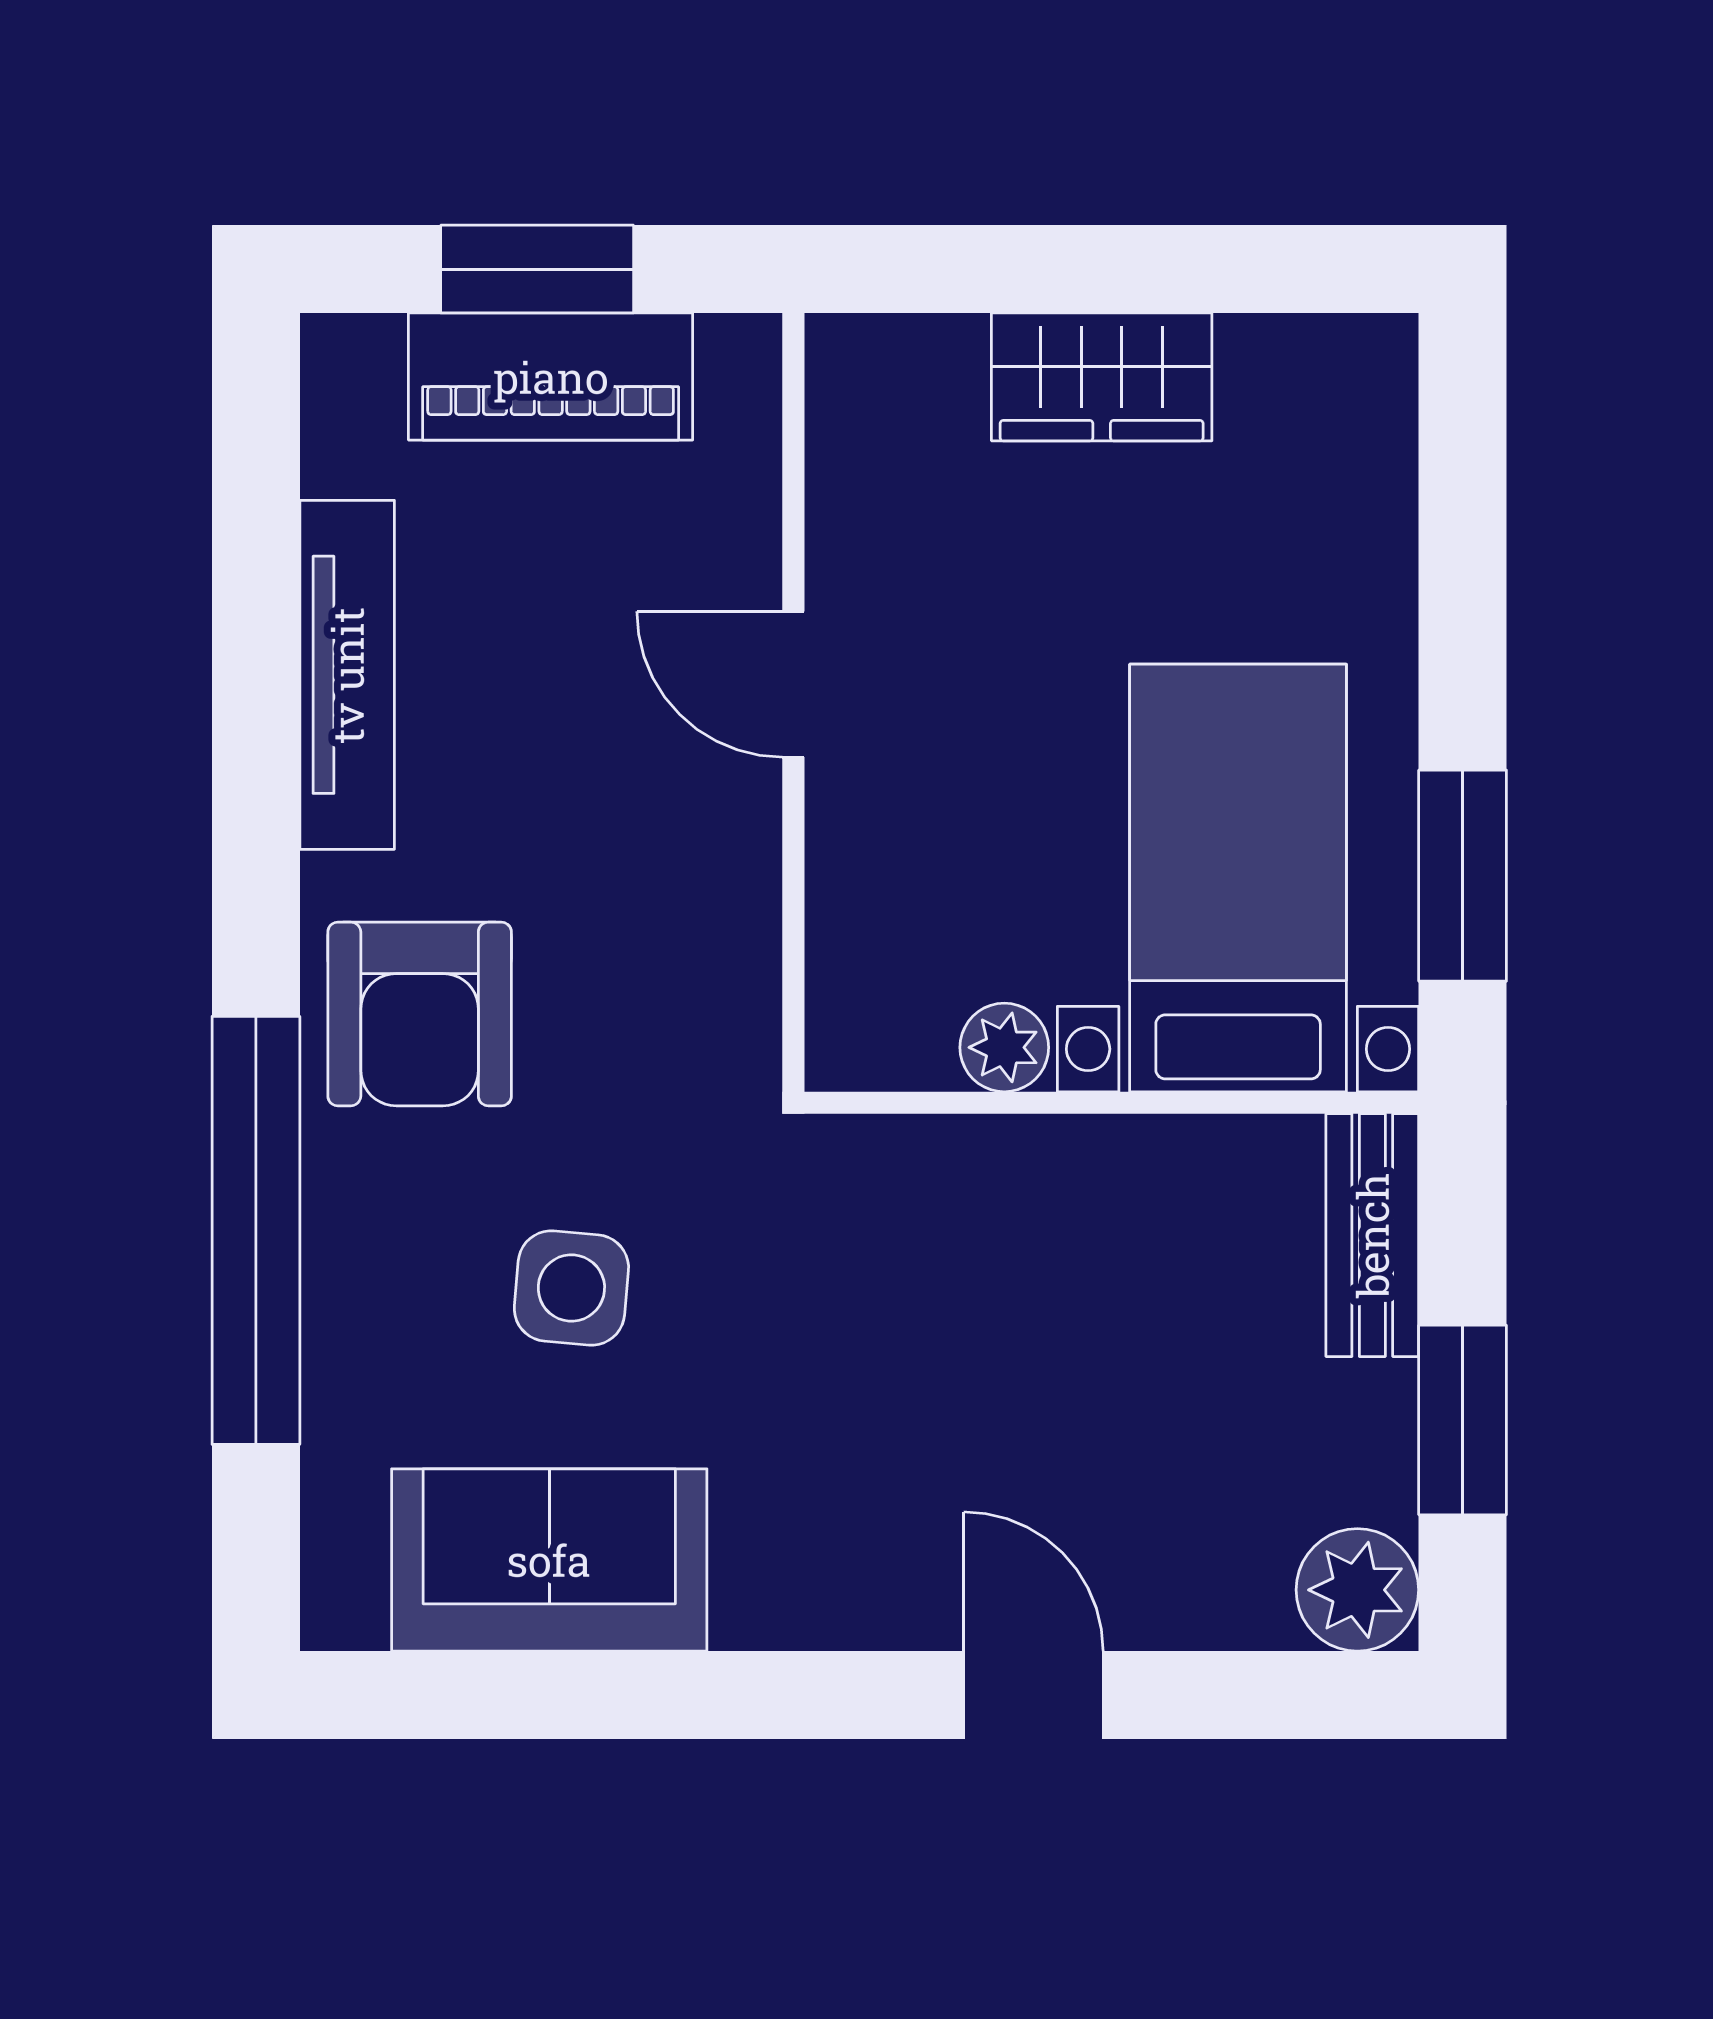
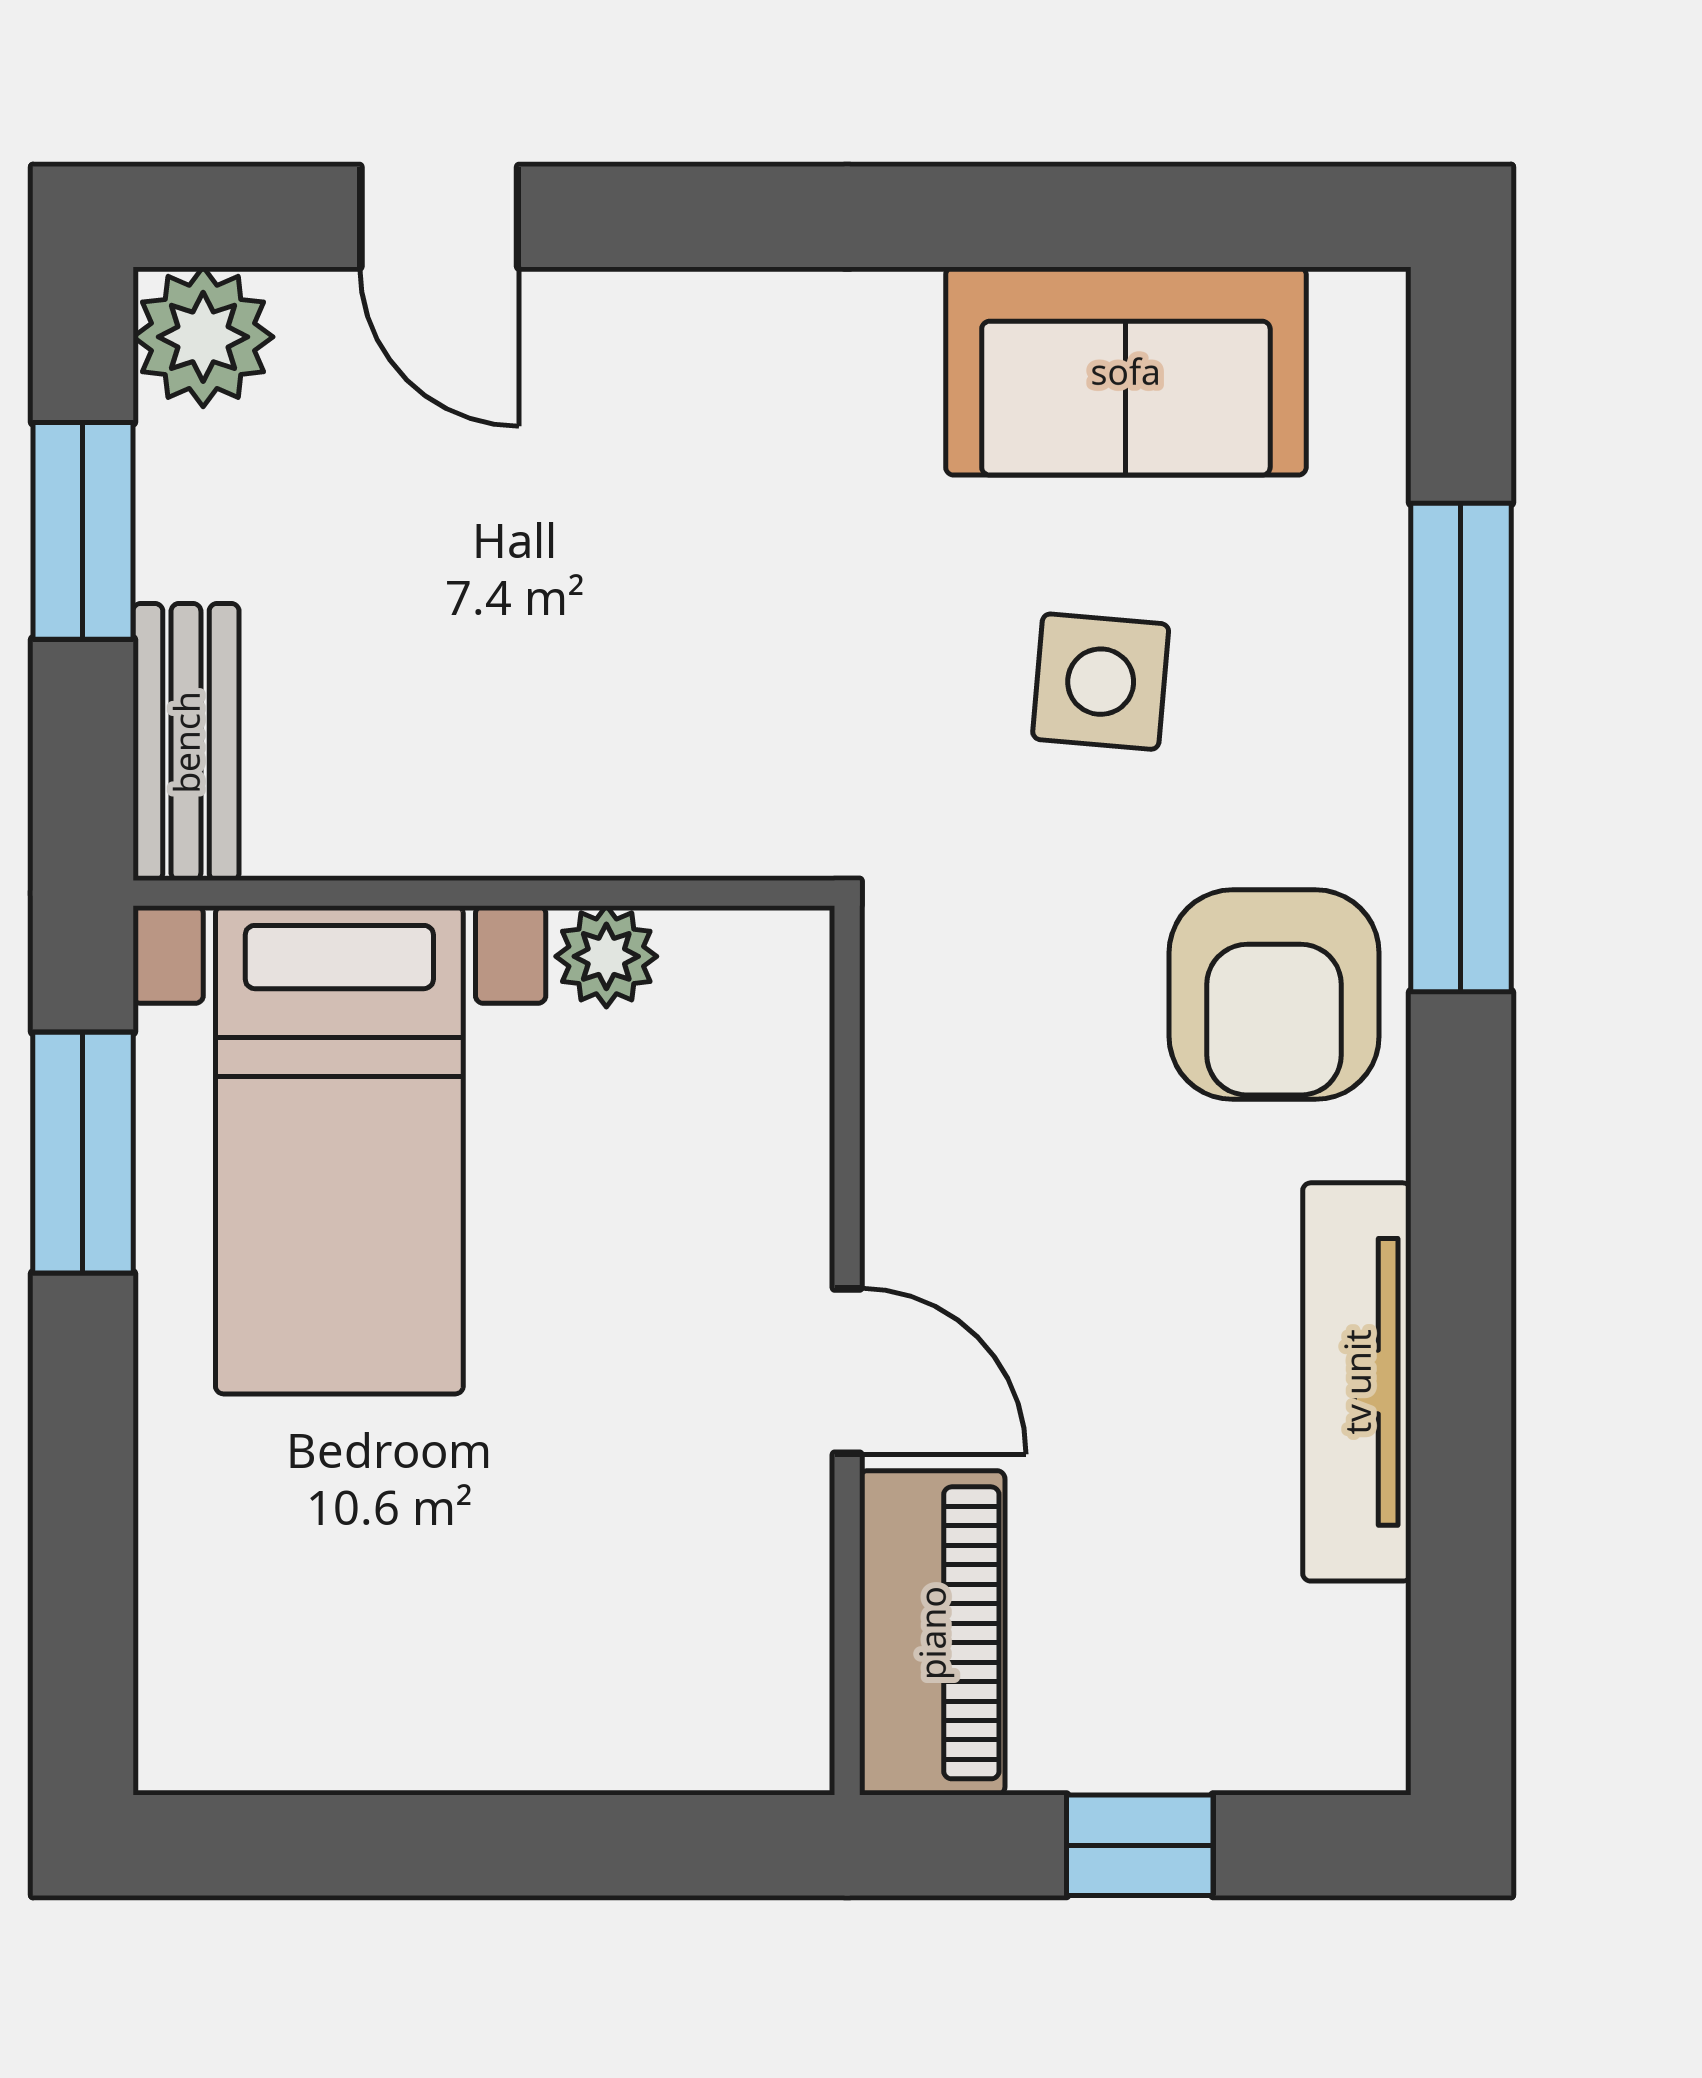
window: (537, 269) -> (1140, 1845), width x0.67
piano: (551, 377) -> (932, 1633), moved, turned 90
wardrobe: (1102, 377) -> (495, 1722), removed
armchair: (420, 1014) -> (1274, 995), turned 180
door: (1033, 1695) -> (439, 217), moved

